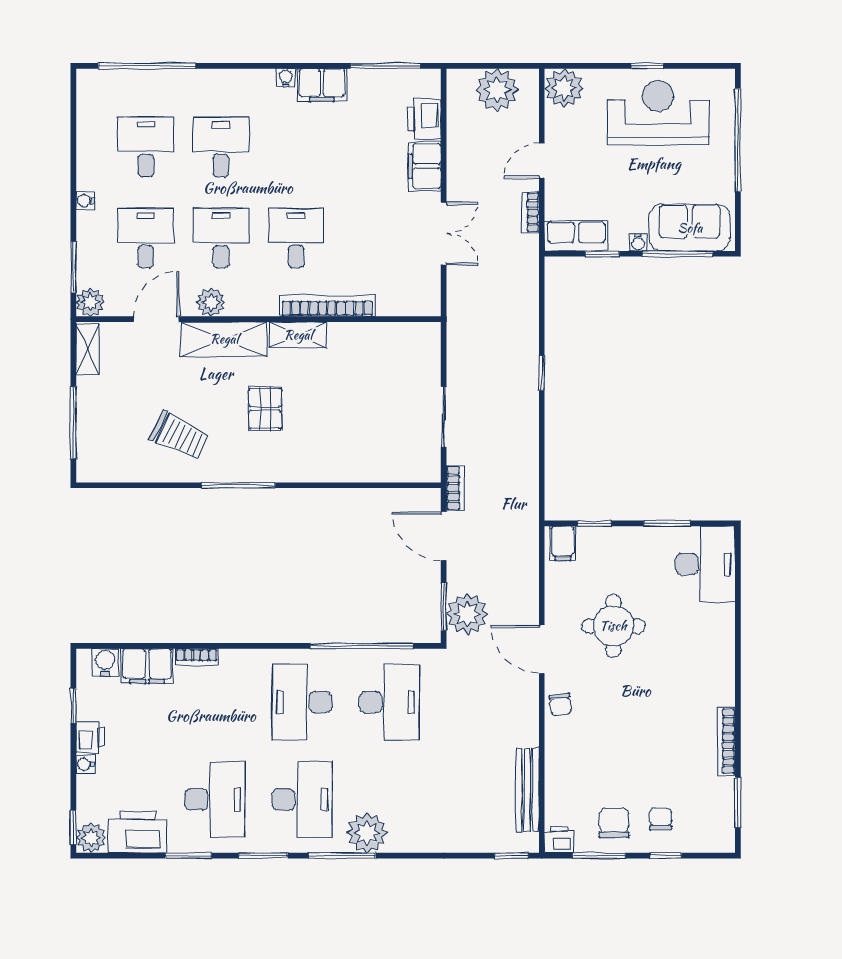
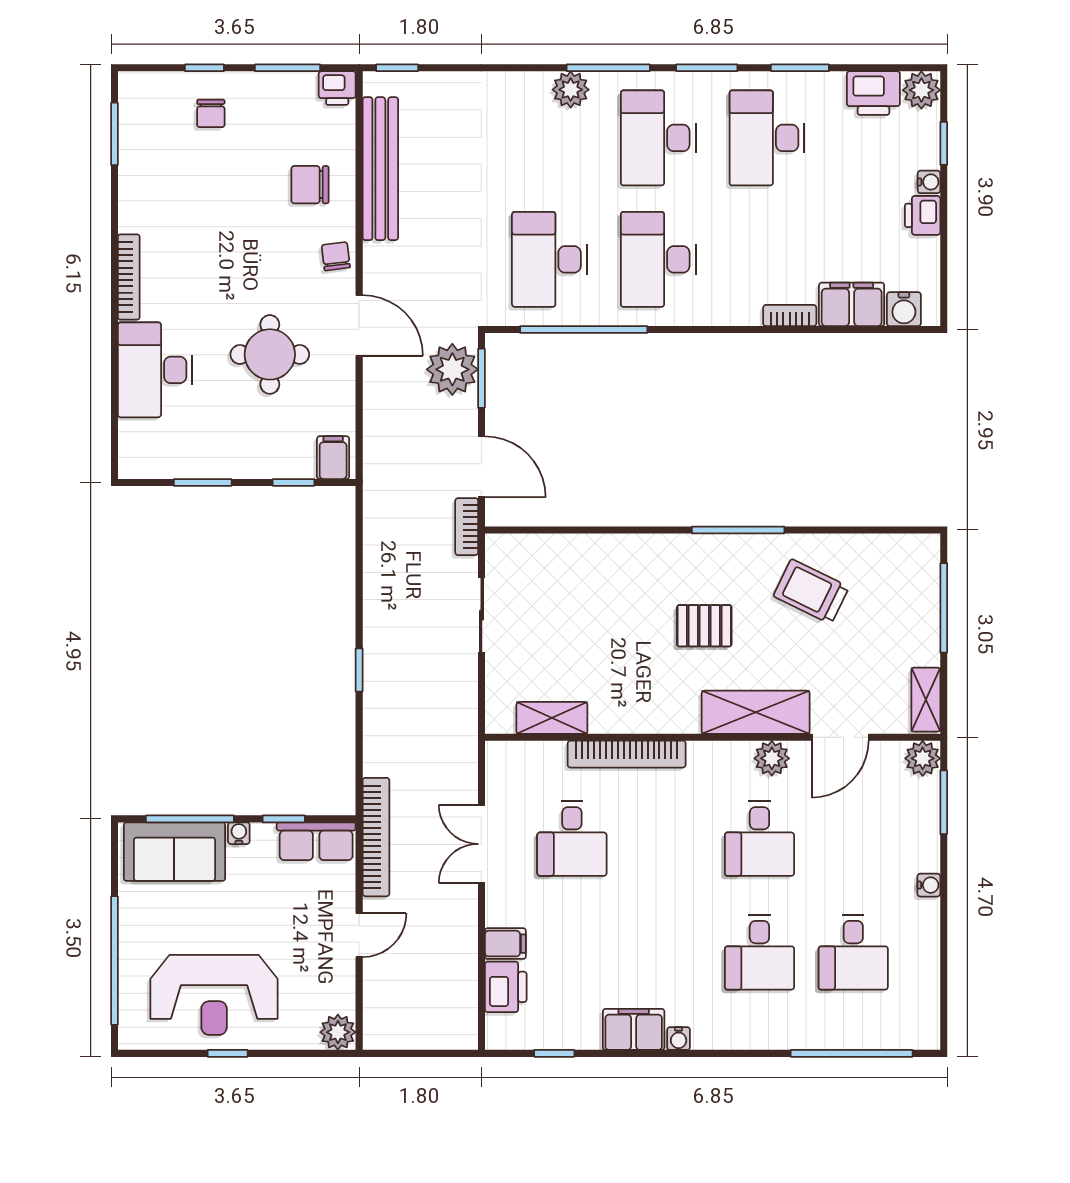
window: (385, 66) -> (554, 1053), width x0.46
plant: (564, 88) -> (338, 1032), width x0.73, depth x0.73
plant: (497, 90) -> (415, 1023), removed
filing cabinet: (425, 166) -> (505, 944), width x0.50
bookcase: (531, 212) -> (376, 837), width x2.31, depth x1.31
desk: (146, 238) -> (853, 838), removed
desk: (296, 238) -> (572, 838), moved
shelving: (298, 335) -> (552, 718), moved
pallet: (265, 408) -> (704, 626), turned 90
desk: (705, 564) -> (155, 370), moved
desk: (302, 702) -> (658, 259), turned 180
window: (73, 706) -> (944, 255), removed
bookcase: (726, 741) -> (129, 277), moved
bench: (527, 790) -> (380, 169), width x1.37, depth x1.21
chair: (614, 823) -> (310, 185), moved, turned 90
window: (73, 827) -> (944, 143), moved
printer: (138, 832) -> (873, 93), width x0.73, depth x0.84
plant: (367, 833) -> (571, 90), width x0.73, depth x0.73

